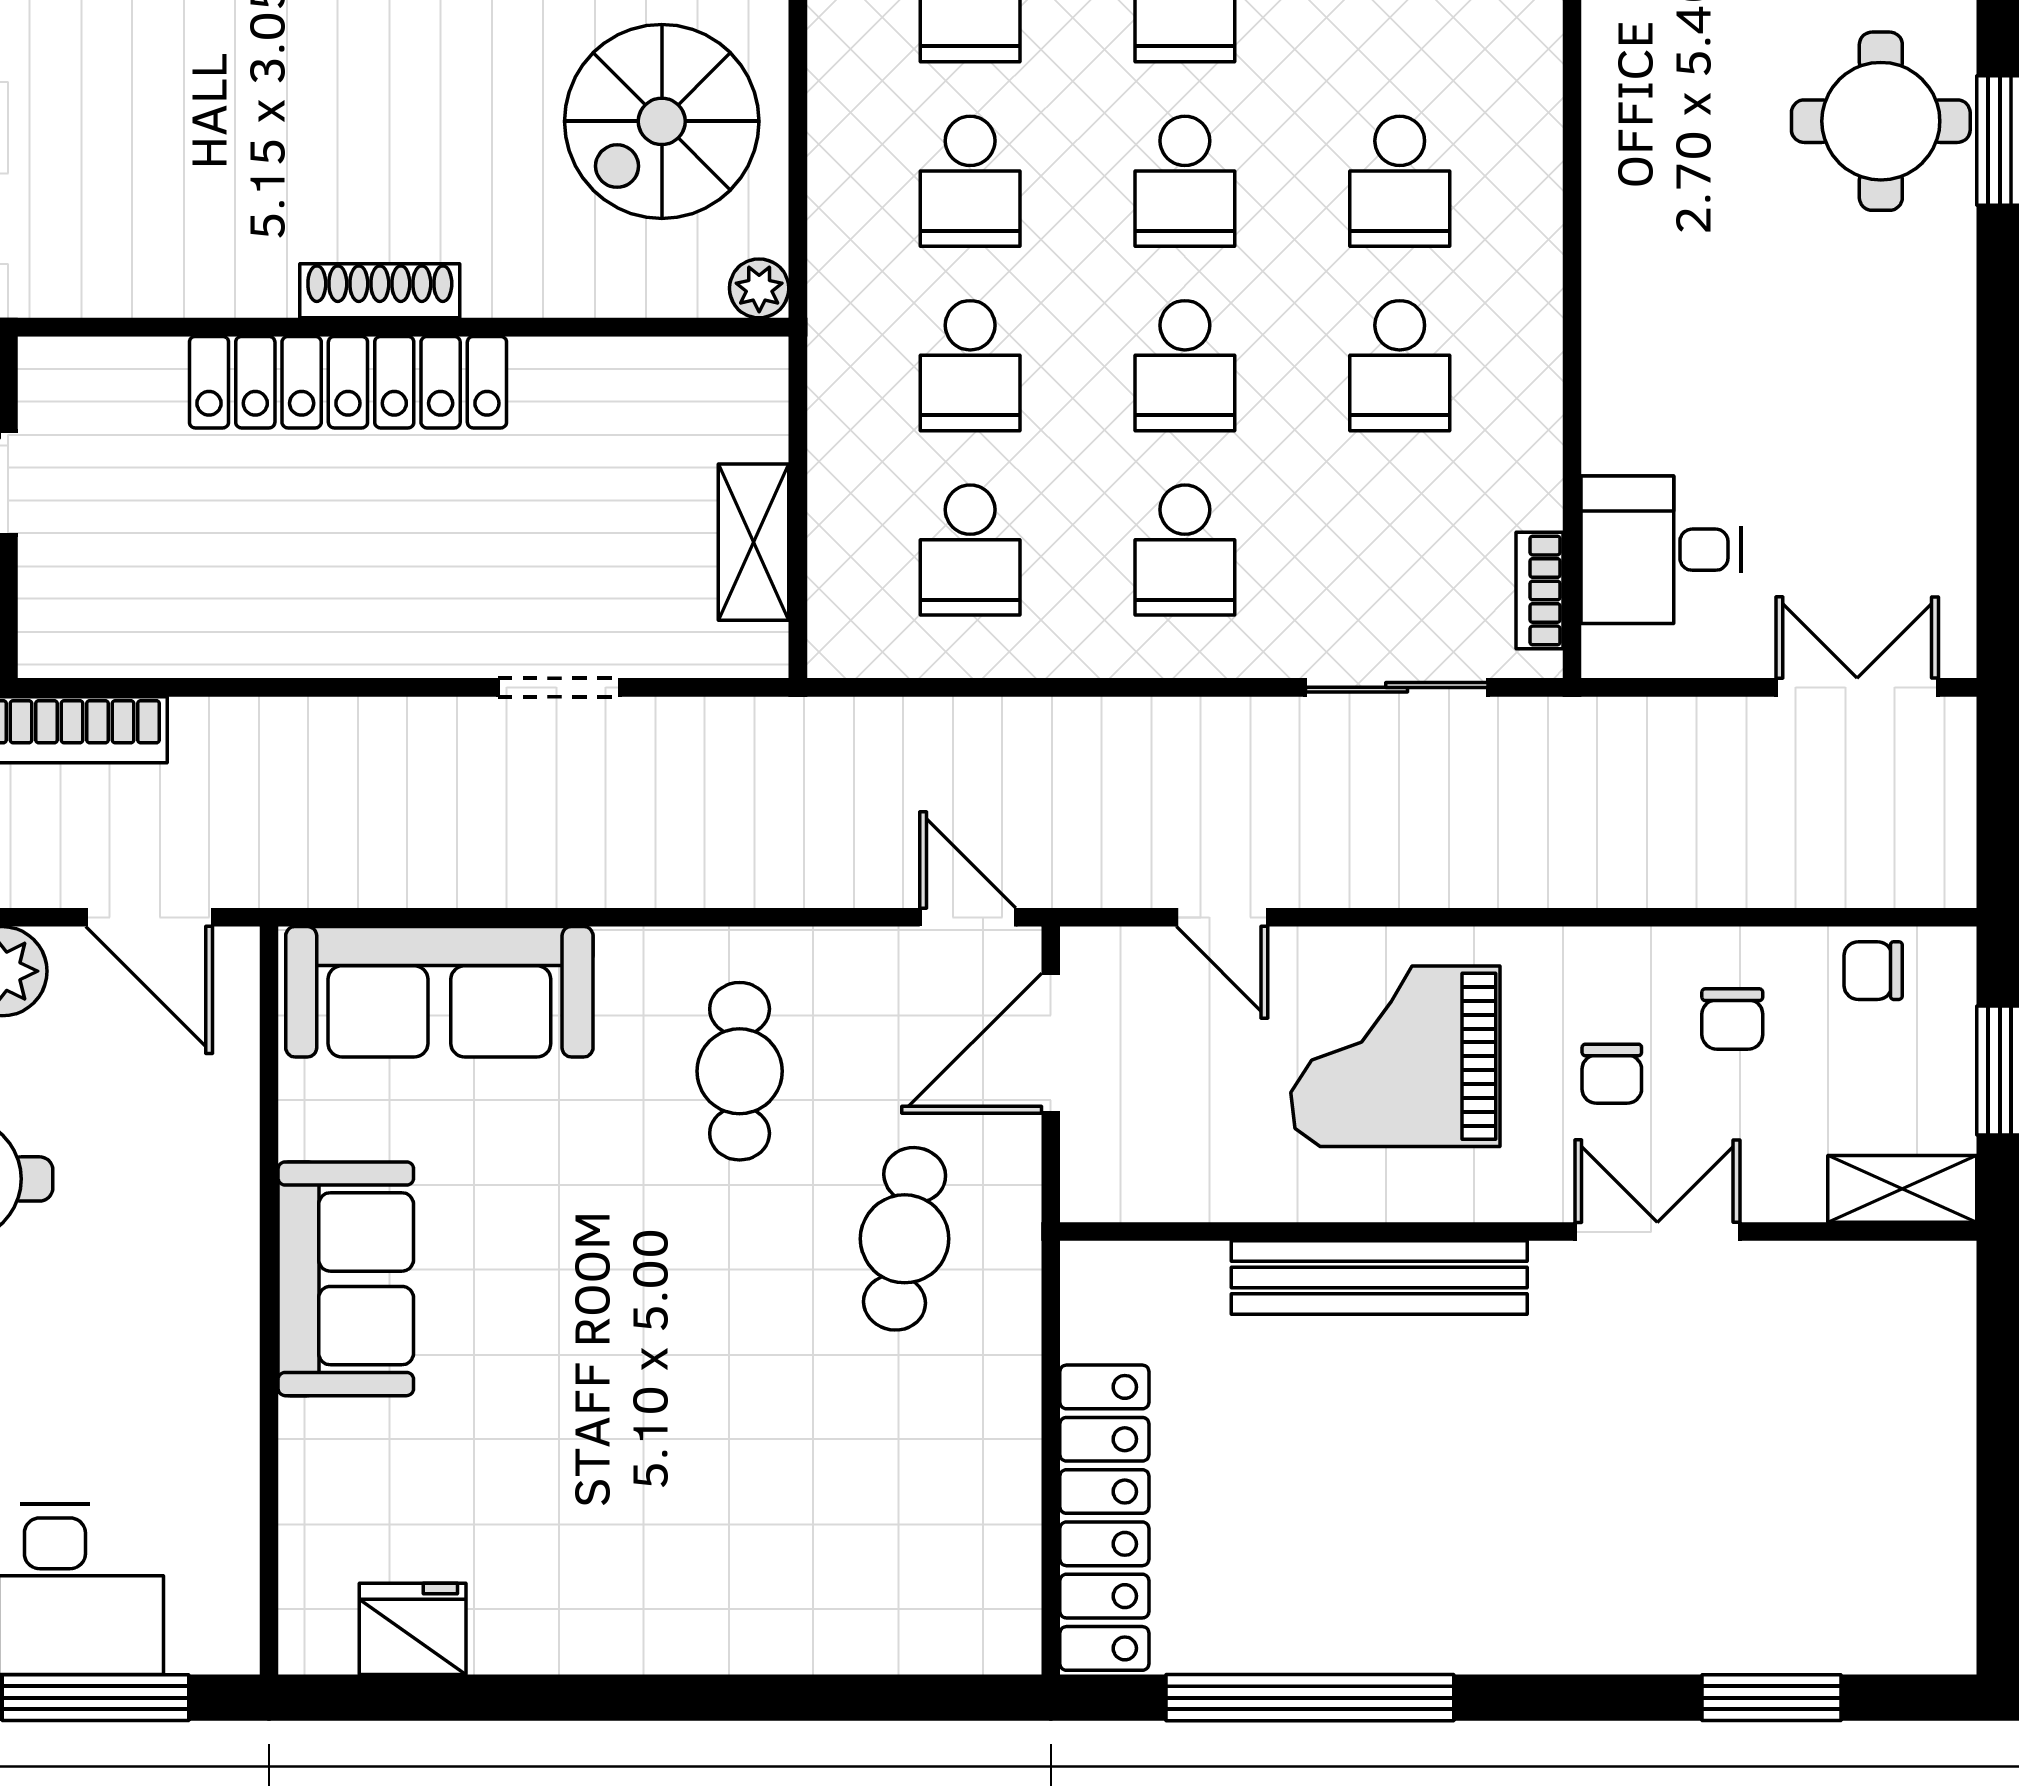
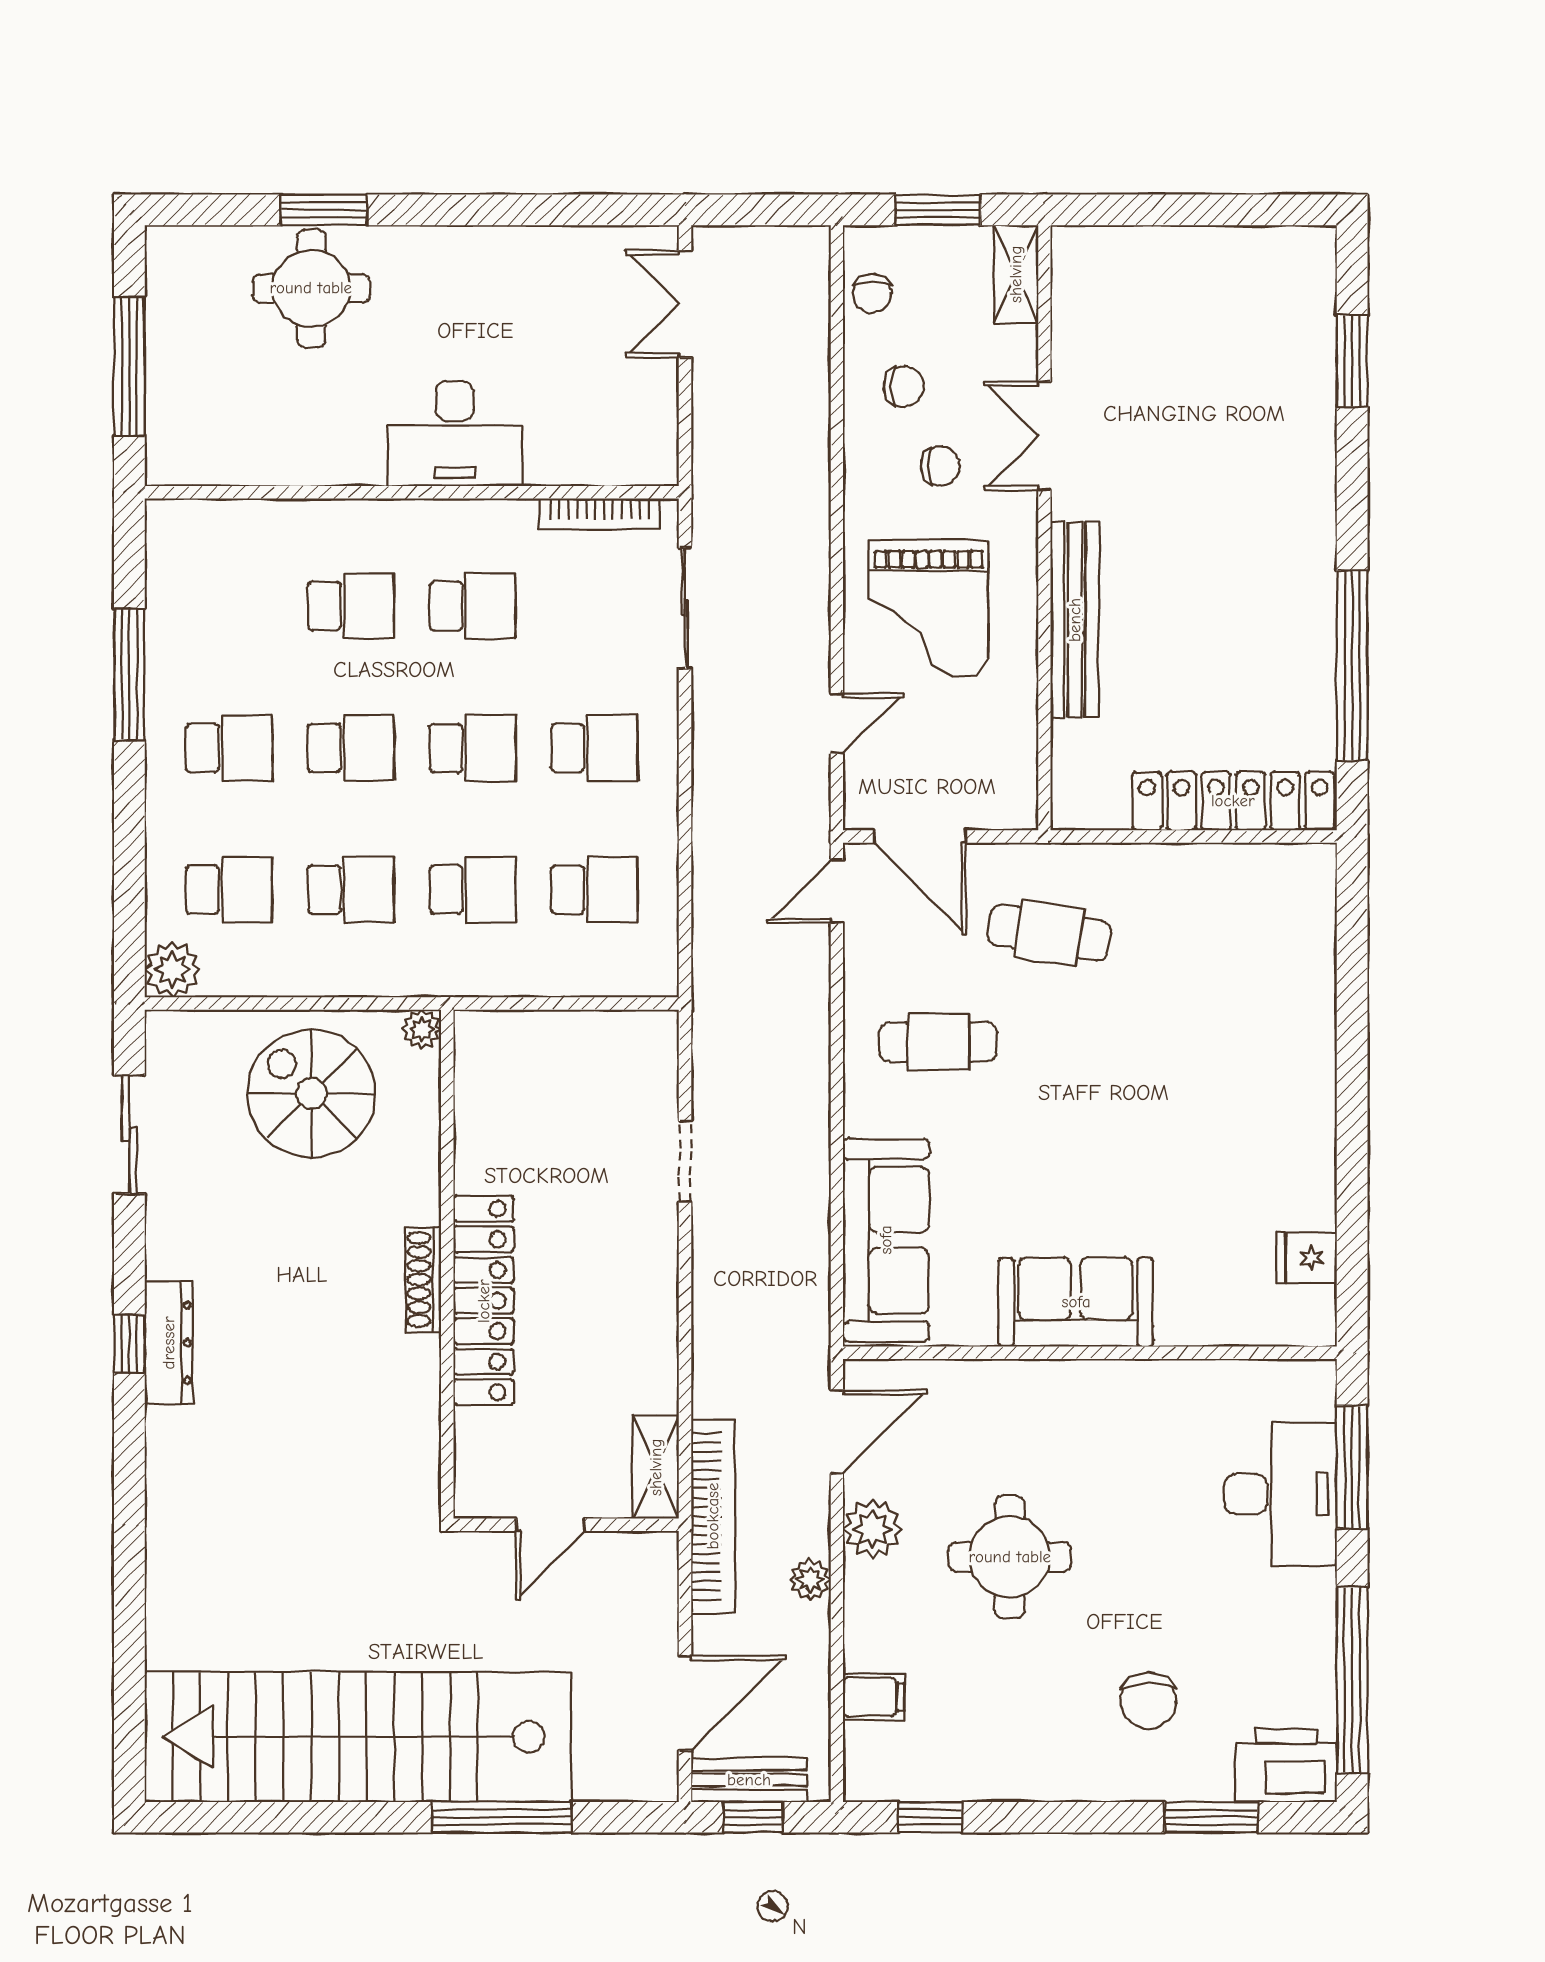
spiral stairs: (662, 121) -> (311, 1093), turned 180
shelving: (753, 542) -> (656, 1467), moved, turned 90
desk: (1661, 550) -> (455, 434), moved, width x1.37
bookcase: (1539, 590) -> (599, 514), width x1.56
fridge: (413, 1629) -> (1307, 1258), width x0.72

